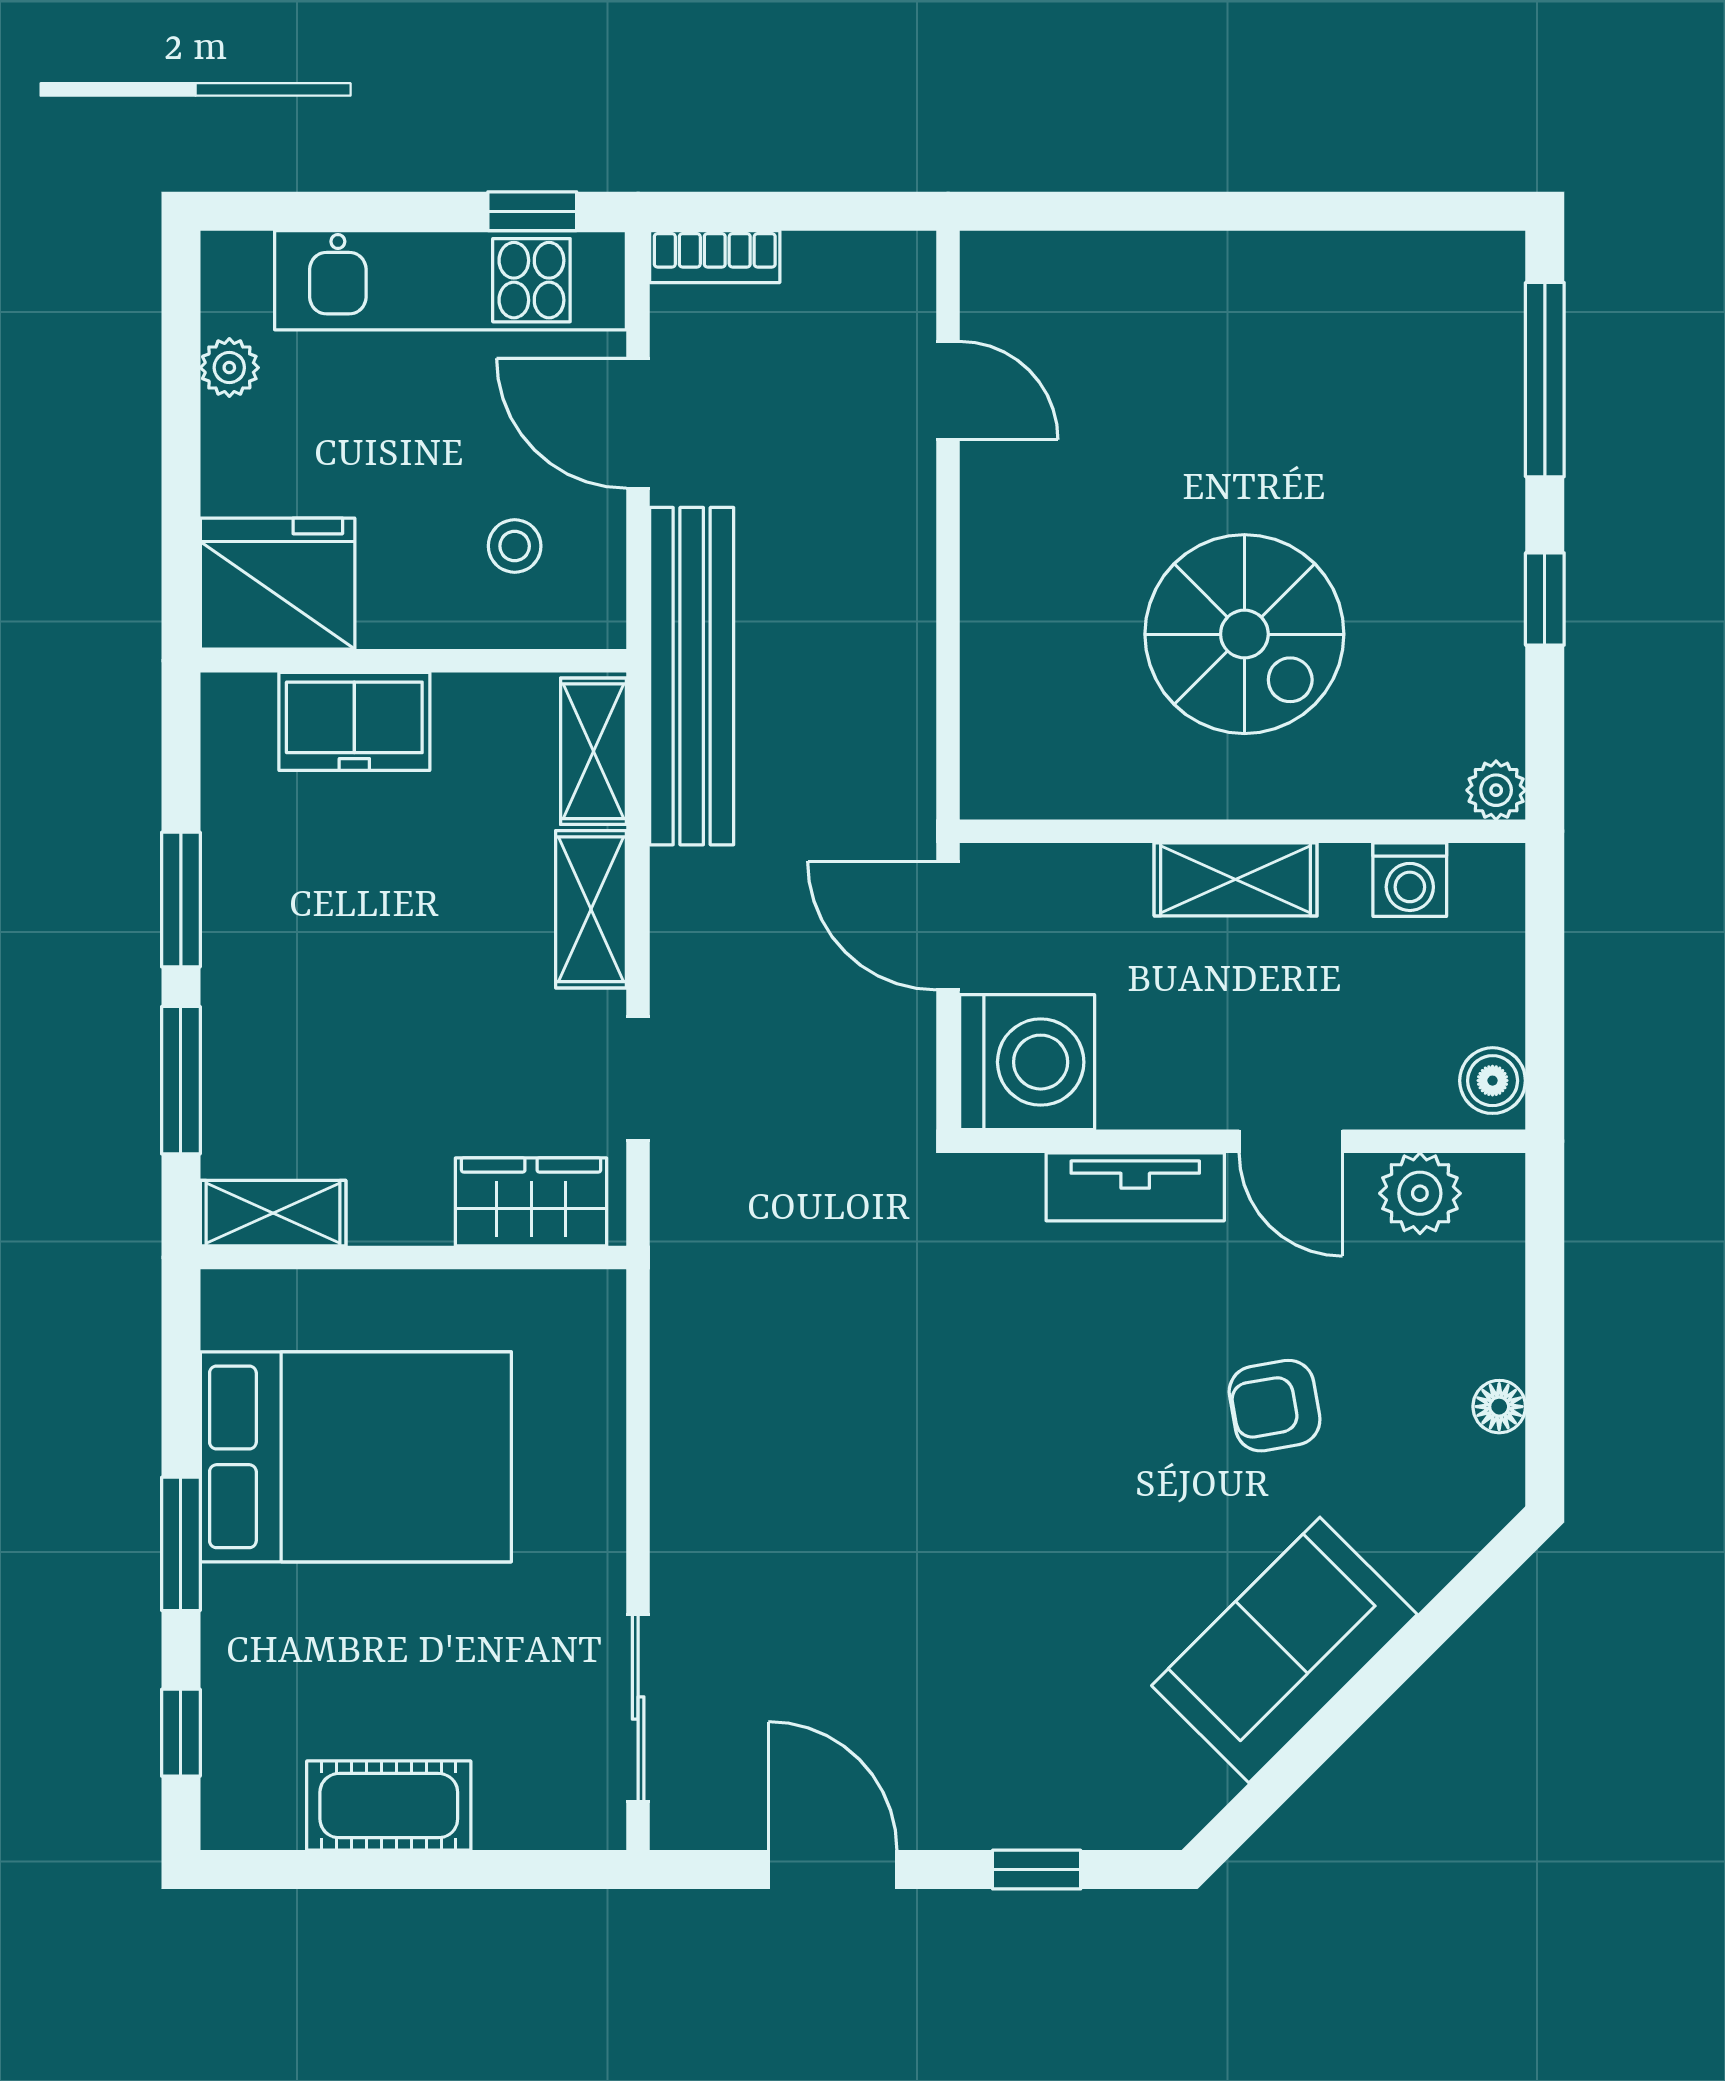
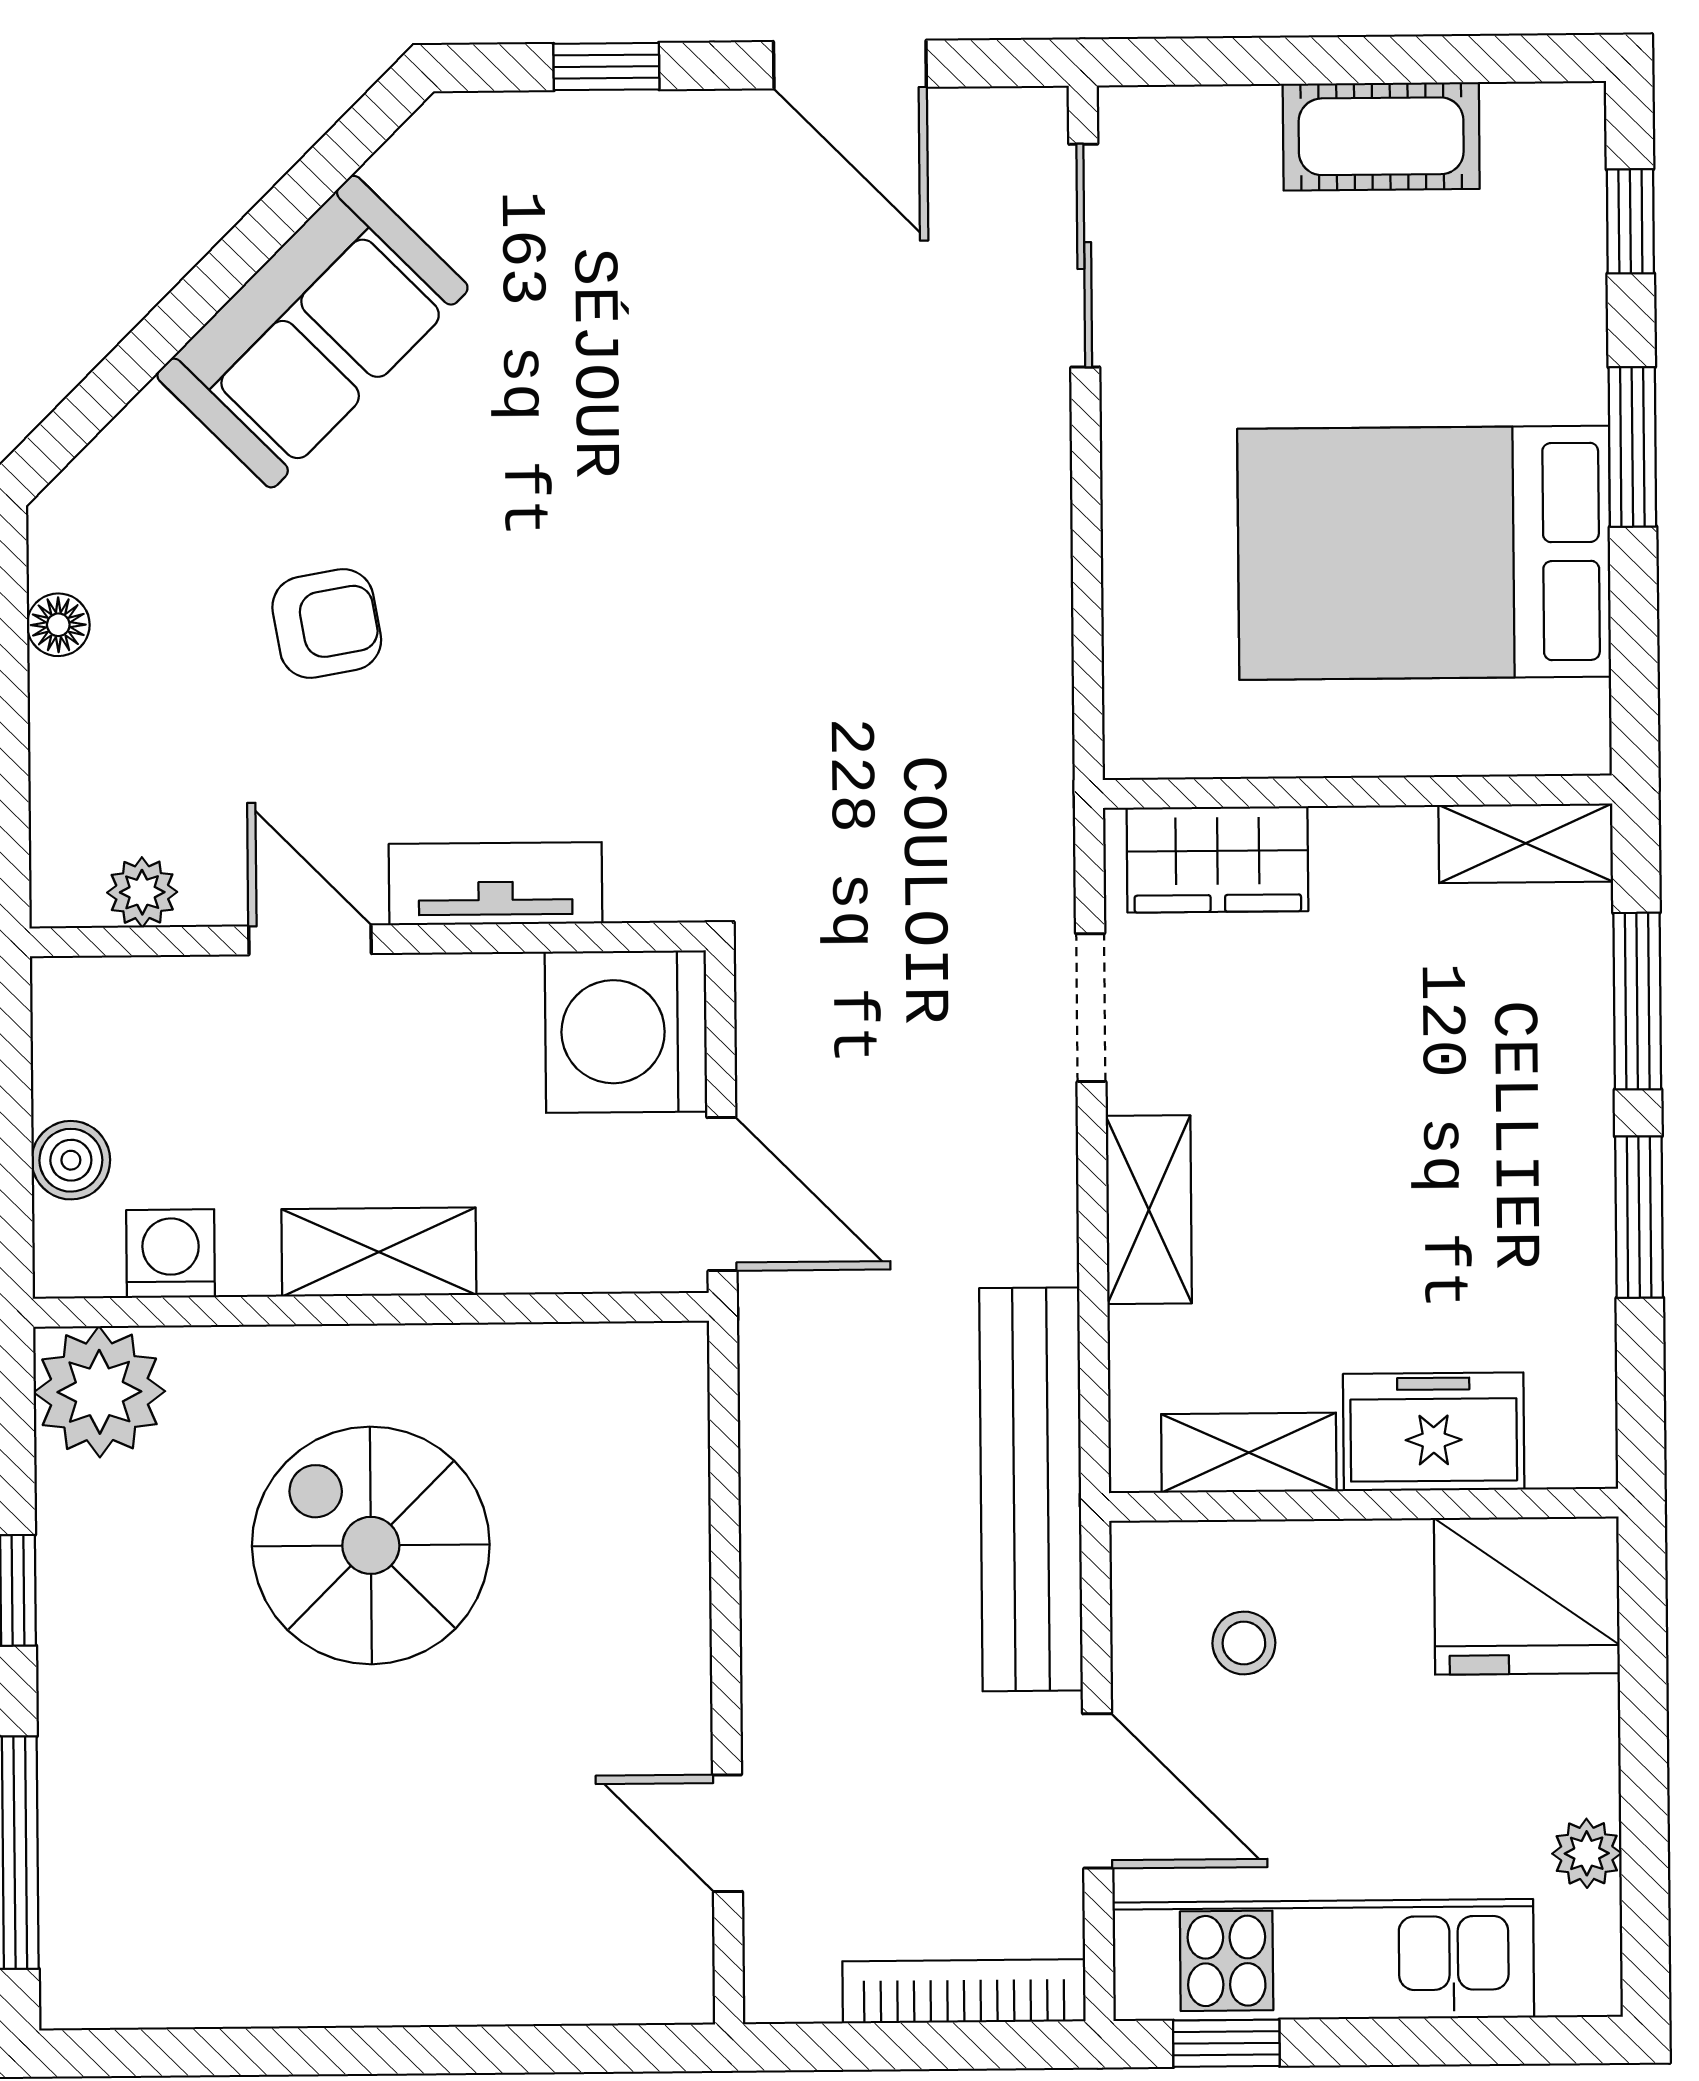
bookcase: (715, 257) -> (964, 1991), width x1.56
shelving: (594, 751) -> (1249, 1453), moved, turned 90
plant: (1496, 790) -> (99, 1392), width x1.88, depth x1.88
boiler: (1493, 1081) -> (71, 1160), moved
plant: (1420, 1193) -> (142, 892), width x0.73, depth x0.73

